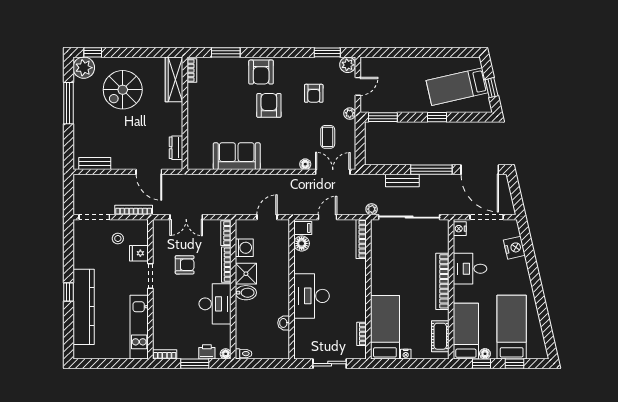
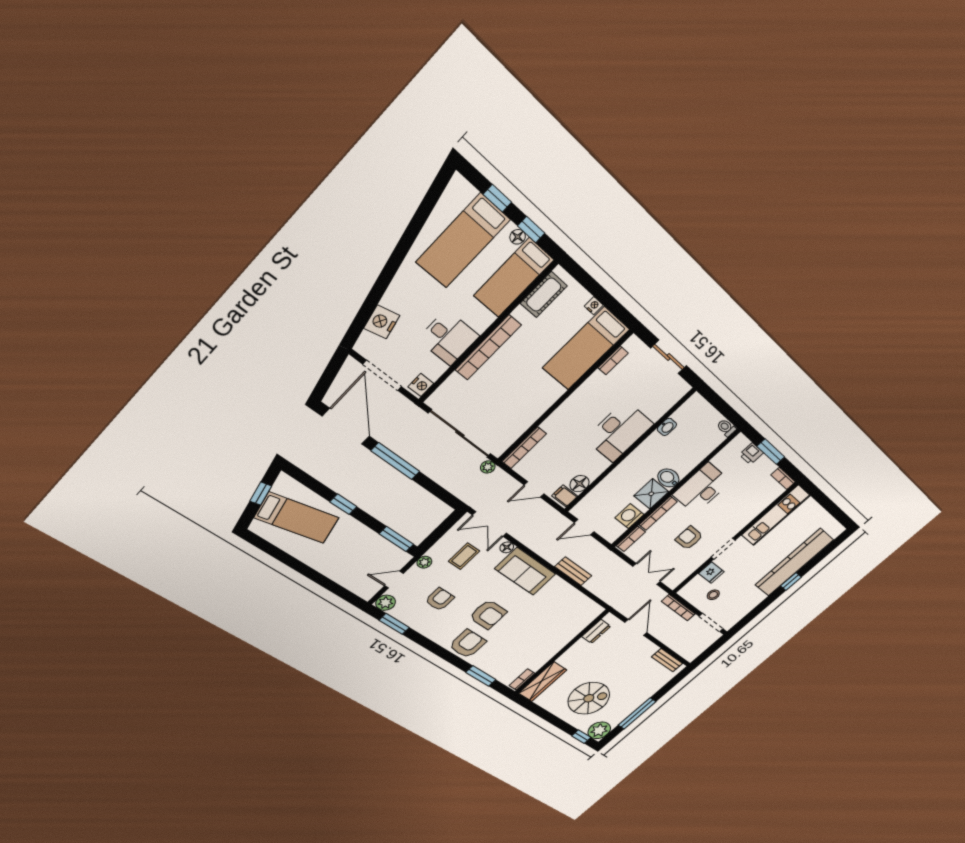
armchair: (269, 105) -> (488, 614), turned -90
sofa: (237, 156) -> (525, 571), moved
bench: (402, 181) -> (573, 571), moved
floor lamp: (226, 354) -> (740, 440), removed

